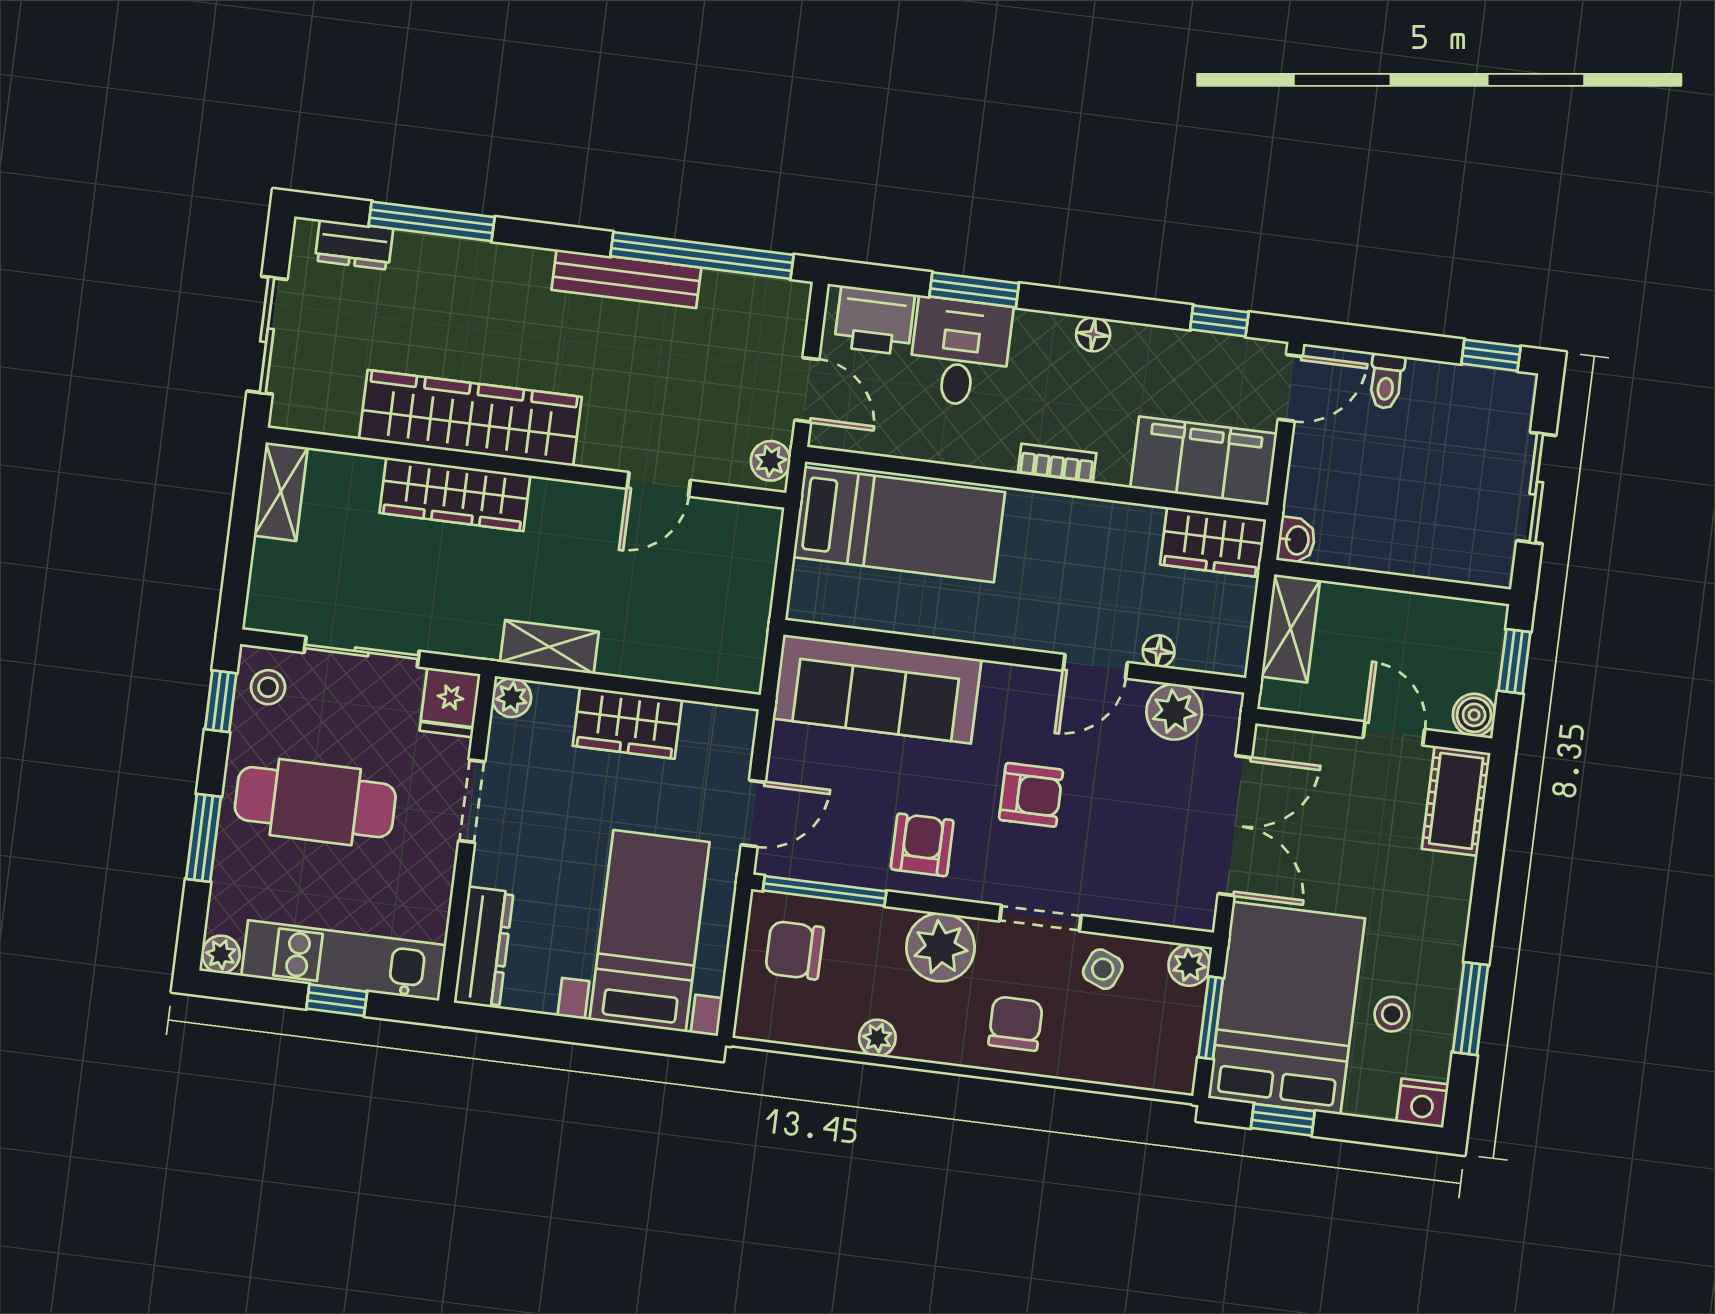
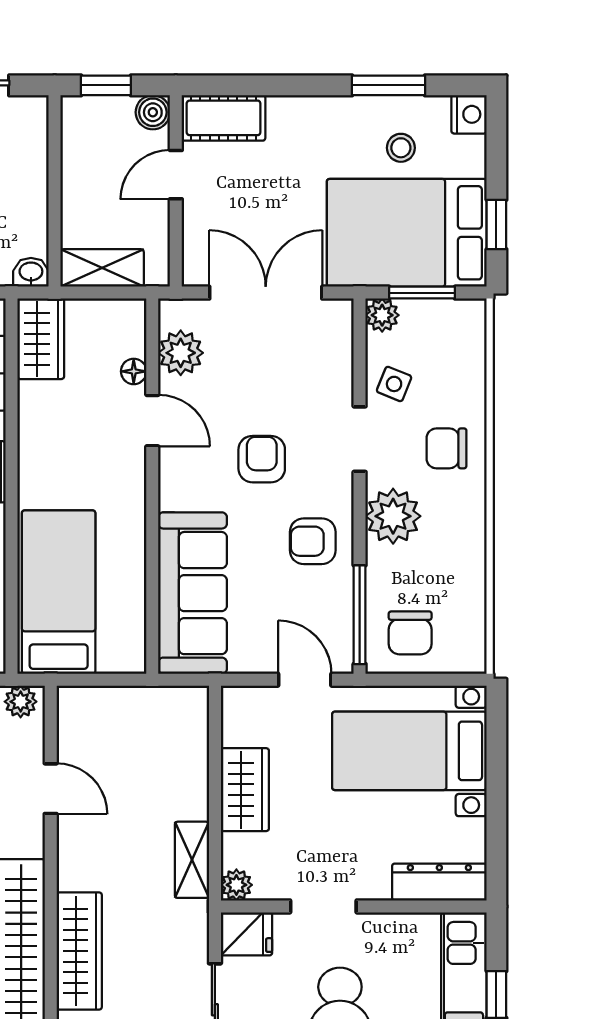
plant: (877, 1038) -> (472, 558), removed

